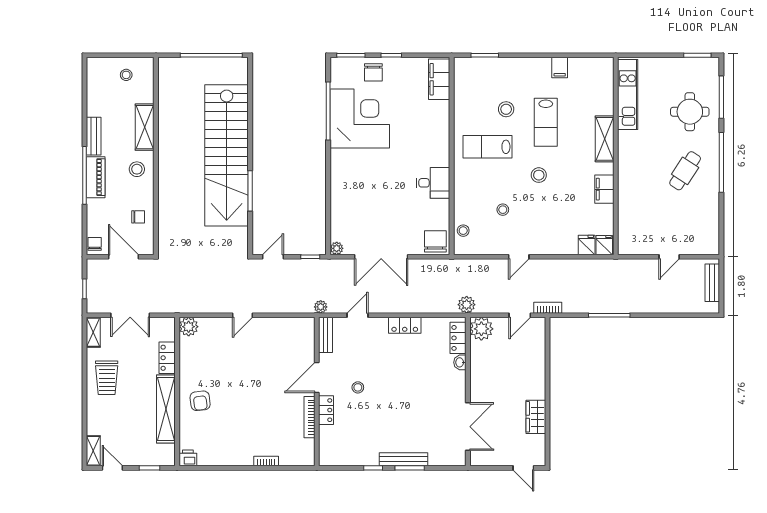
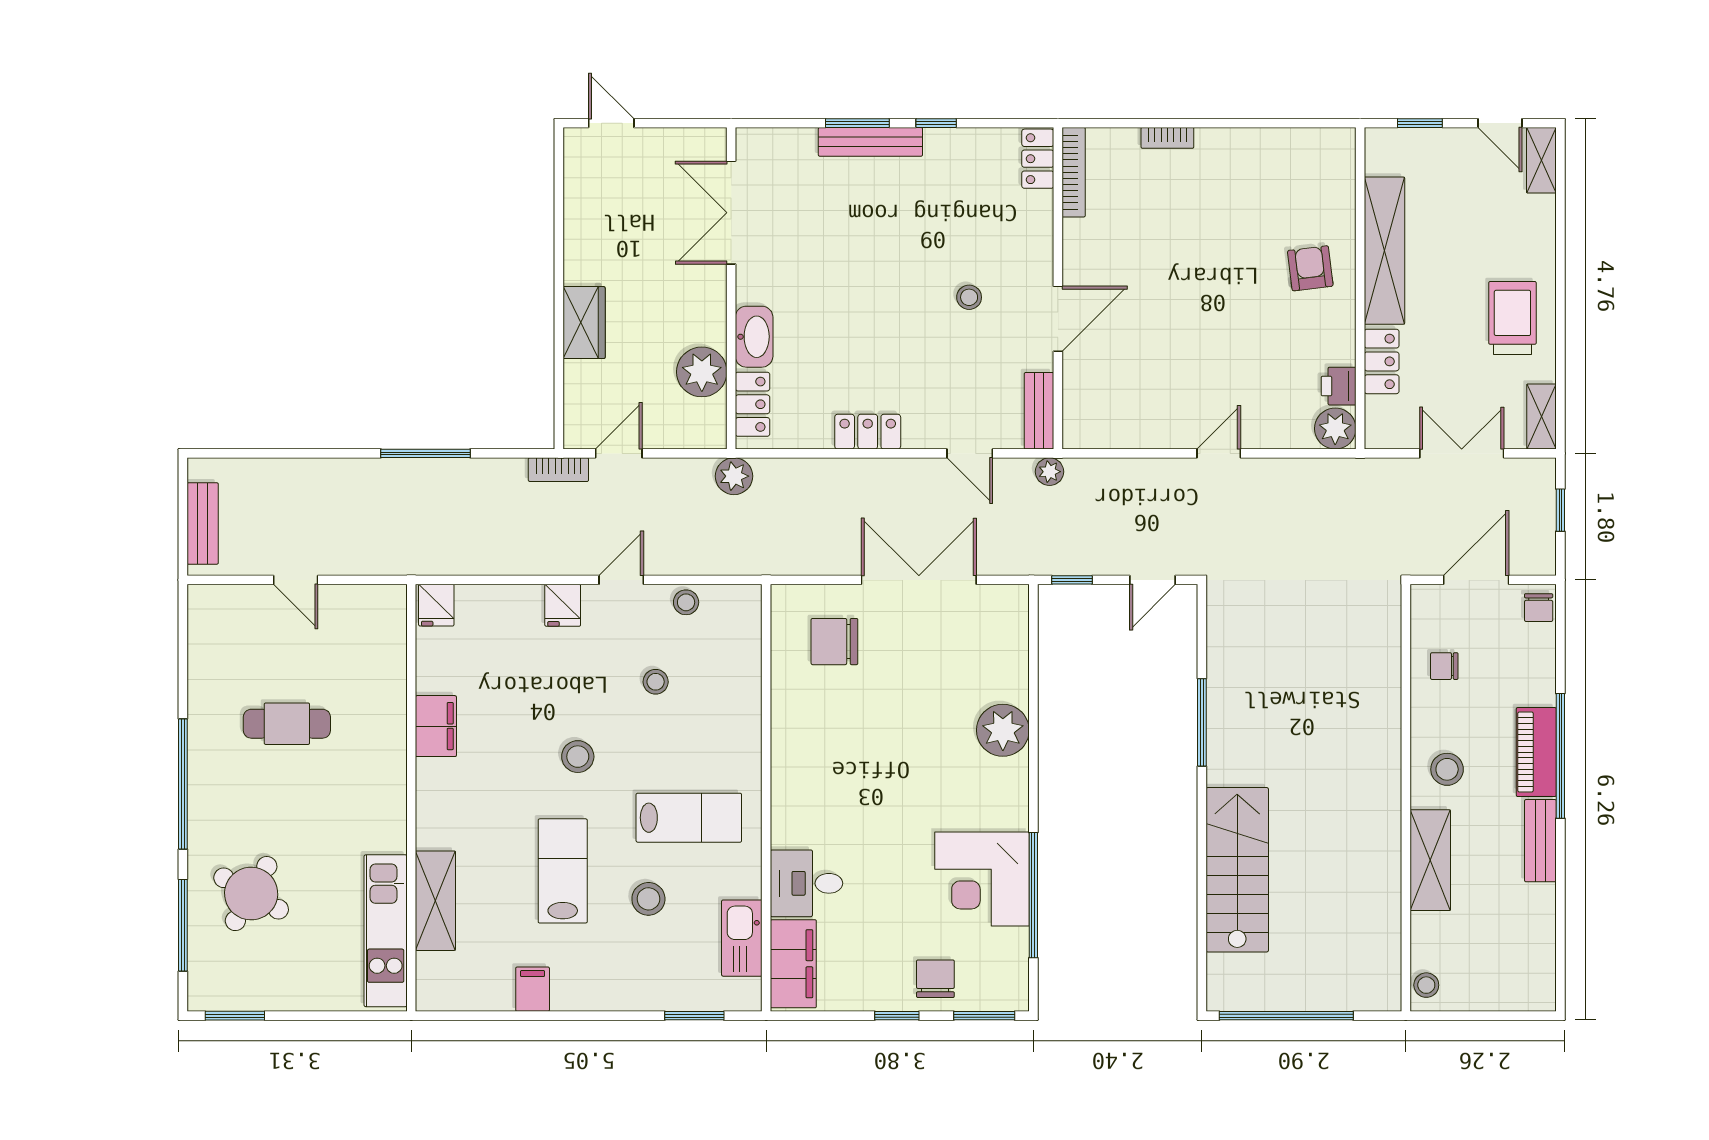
stool: (126, 75) -> (1426, 985), moved
kitchen sink: (463, 91) -> (742, 938), added
round table: (690, 112) -> (251, 894), turned 30
corner desk: (360, 118) -> (982, 879), width x0.74, depth x0.74
shelving: (605, 139) -> (435, 901), moved
stairs: (227, 155) -> (1237, 870), width x0.54, depth x0.66
cafe table: (685, 171) -> (287, 724), moved, turned 57
desk: (433, 183) -> (807, 883), moved
stool: (463, 231) -> (686, 602), moved
chair: (435, 241) -> (834, 642), moved, turned 90
fridge: (587, 245) -> (563, 605), moved
plant: (337, 248) -> (1003, 730), moved, width x1.88, depth x1.88
door: (123, 257) -> (1476, 580), swing flipped
door: (669, 257) -> (296, 580), swing flipped
door: (358, 315) -> (970, 453), hinge flipped
plant: (481, 329) -> (702, 372), moved
washbasin: (460, 362) -> (754, 337), width x1.91, depth x1.45
locker: (326, 410) -> (1038, 159), moved
bookcase: (310, 417) -> (1074, 172), moved
wardrobe: (536, 417) -> (584, 323), moved
printer: (188, 458) -> (1339, 386), moved, turned 90

